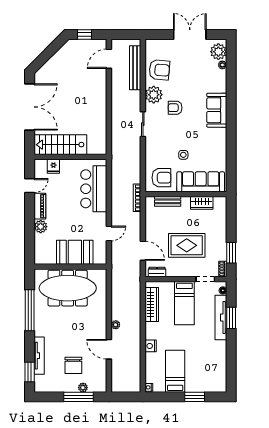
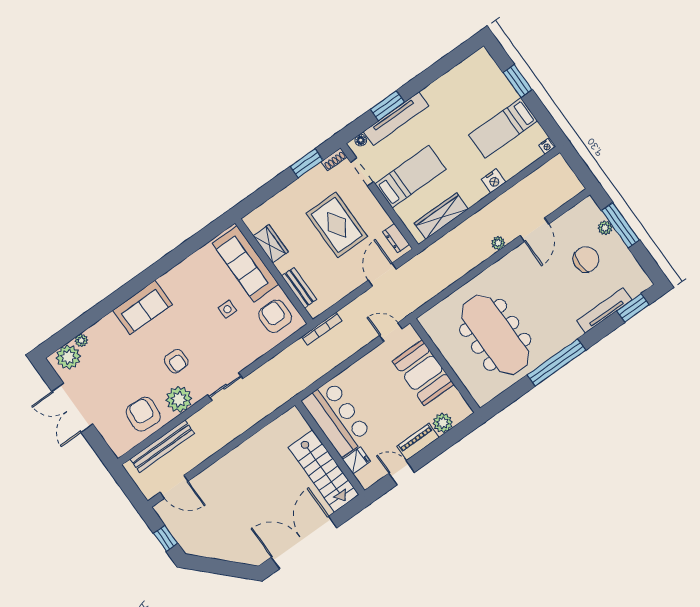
bar counter: (94, 189) -> (337, 418), moved, turned -90
booth: (75, 252) -> (423, 373), moved
wall: (70, 267) -> (445, 366), moved

